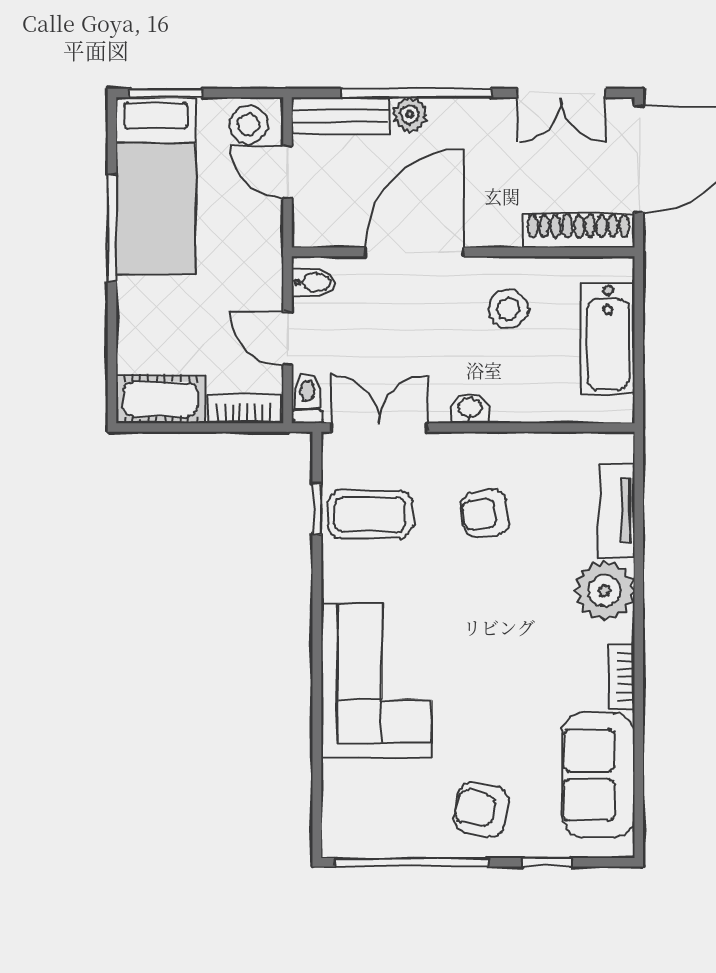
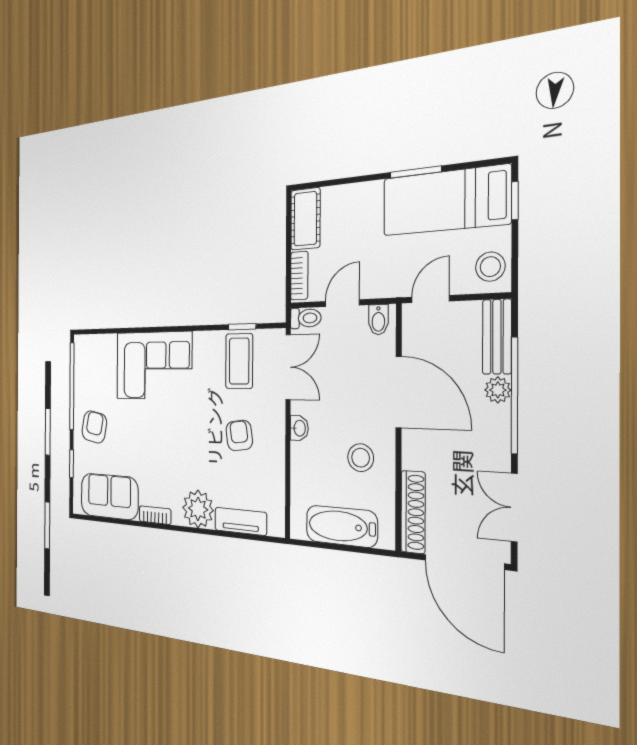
window: (165, 93) -> (515, 201), width x0.67
door: (288, 172) -> (430, 299), moved
window: (112, 228) -> (416, 172), width x0.69

